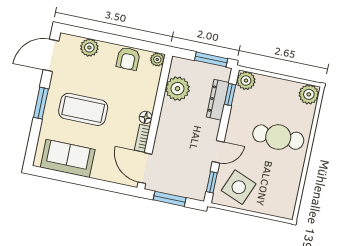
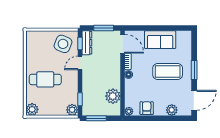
dresser: (218, 100) -> (87, 43), moved
sofa: (68, 158) -> (160, 40), moved

